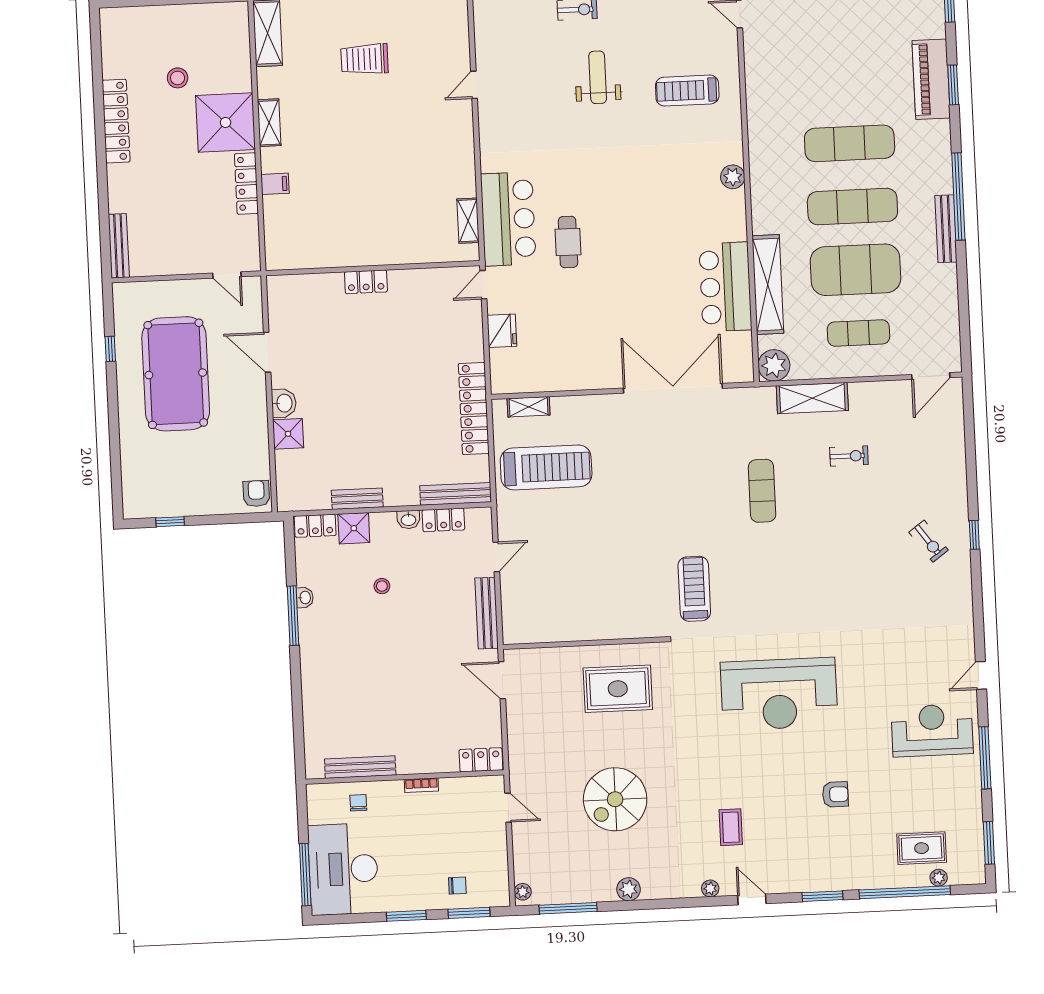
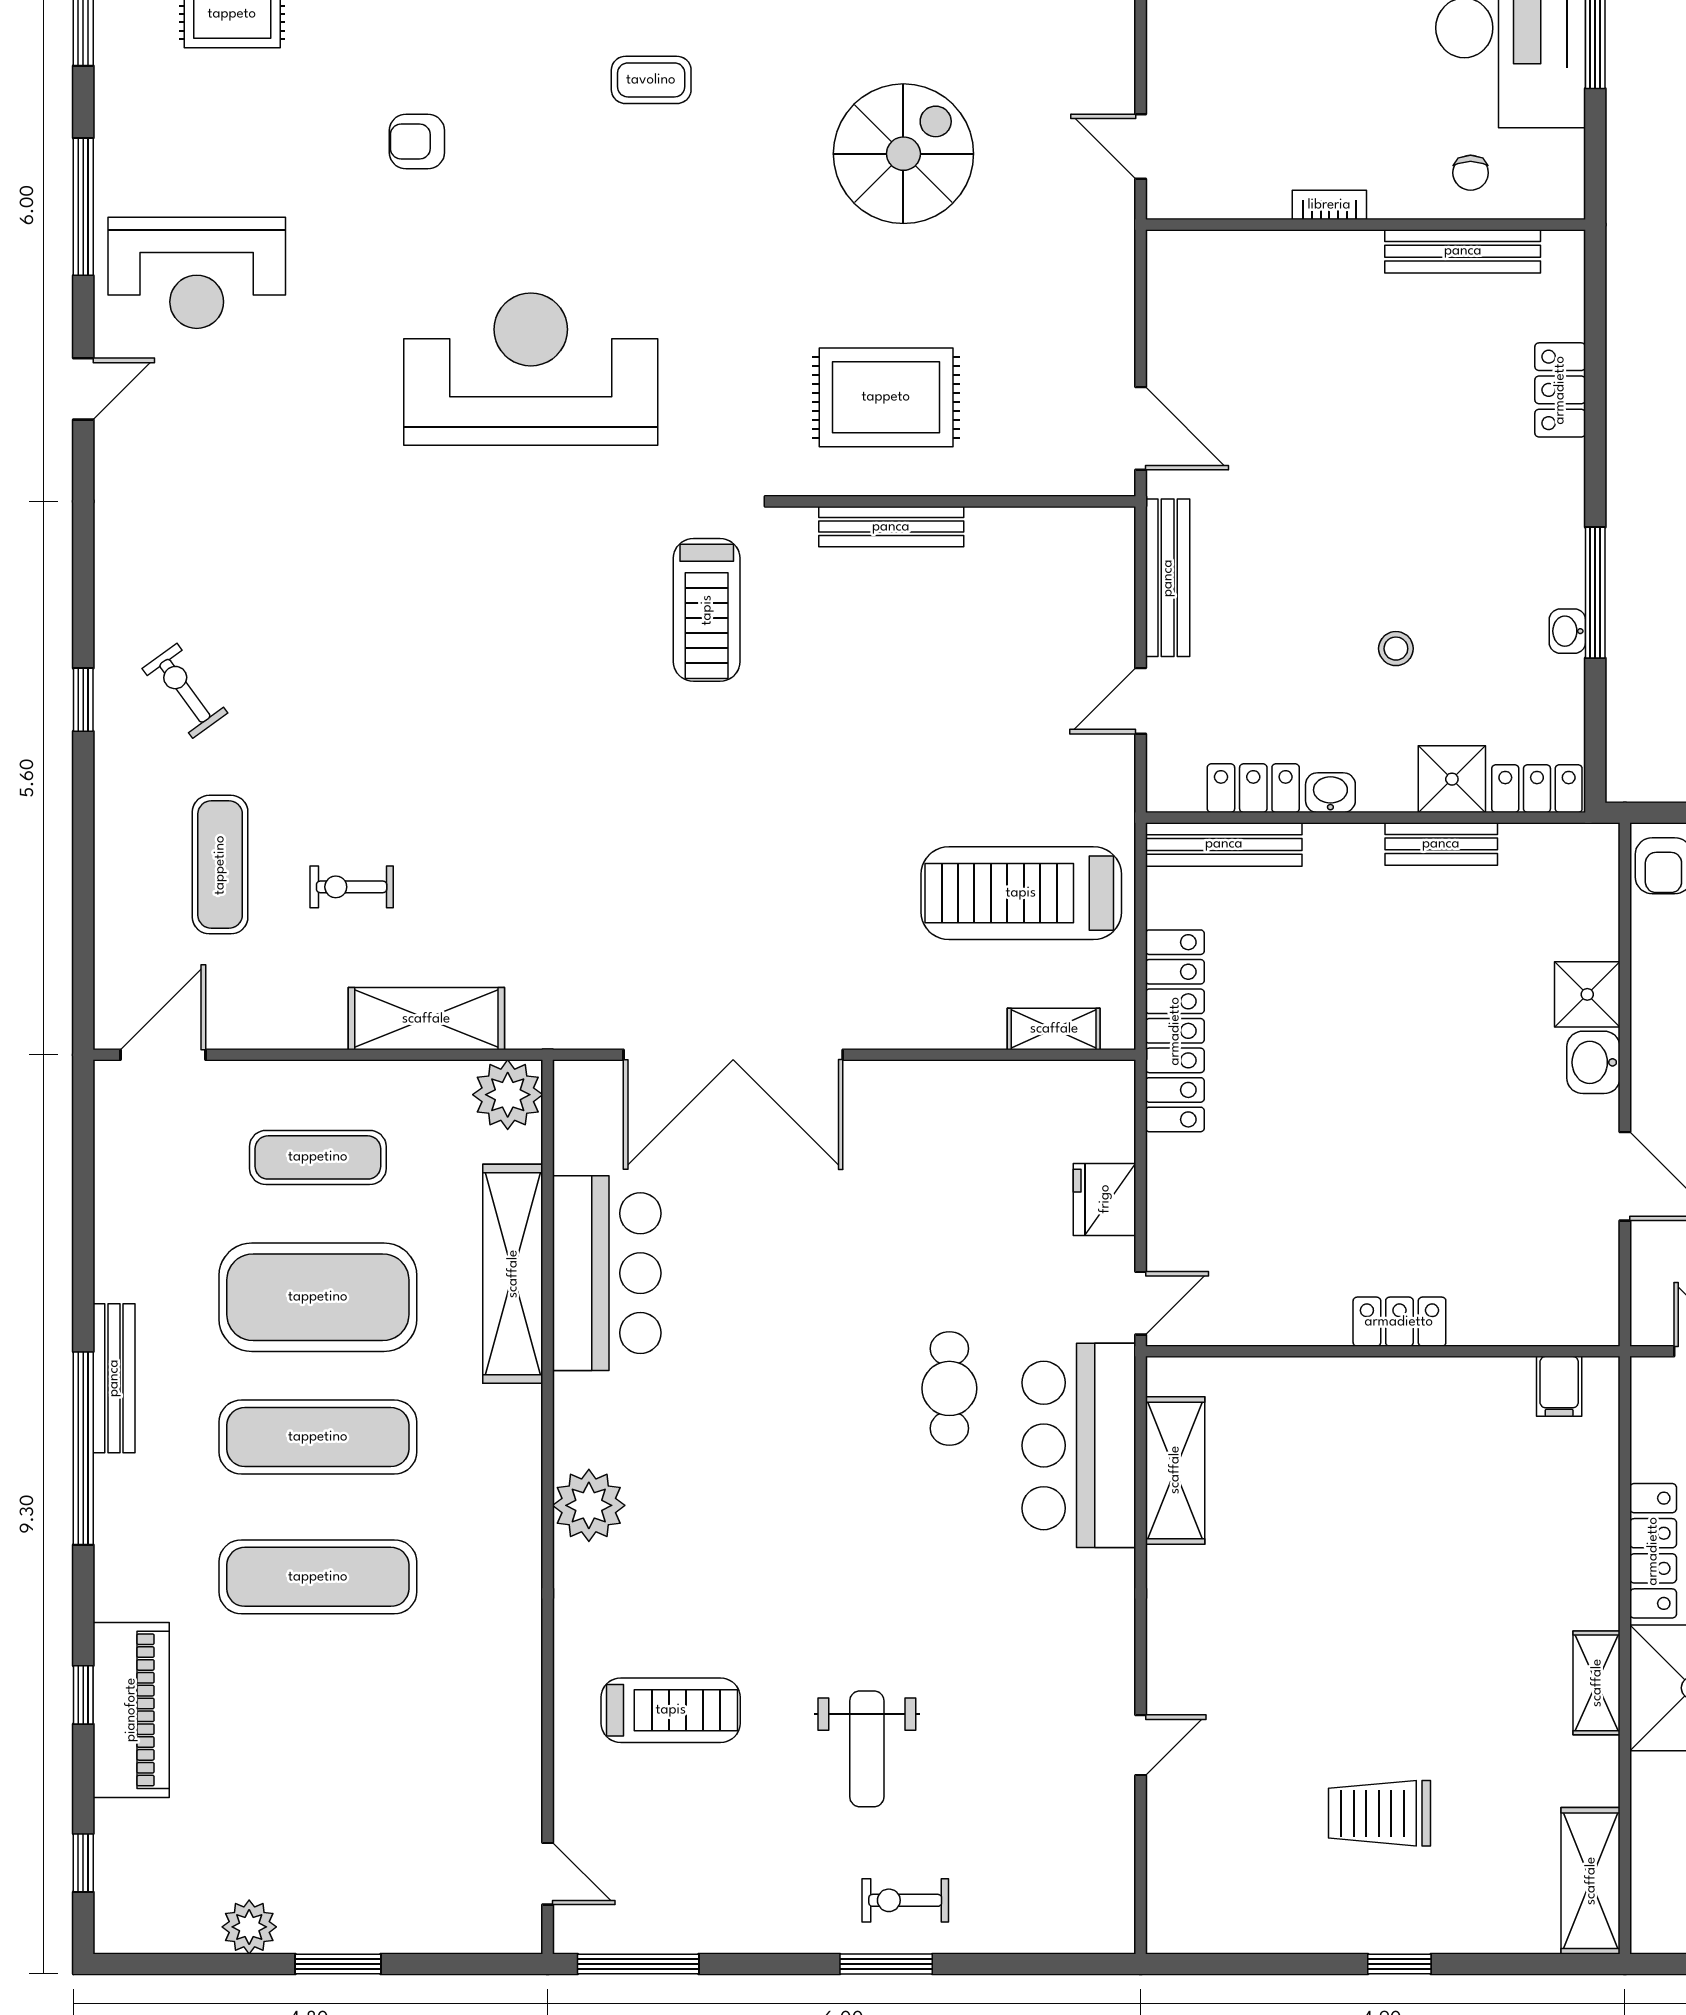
trolley: (364, 59) -> (1379, 1813), turned 180
window: (953, 85) -> (83, 1695), width x0.67
plant: (733, 177) -> (589, 1505), width x1.36, depth x1.36
filing cabinet: (275, 184) -> (1559, 1386), moved, turned -90
shelving: (468, 221) -> (1175, 1470), width x1.50, depth x1.33
exercise mat: (762, 491) -> (220, 865), moved
bench: (613, 630) -> (891, 527), added
locker: (481, 760) -> (1560, 390), moved, turned 90
coffee table: (731, 827) -> (651, 80), turned 90

